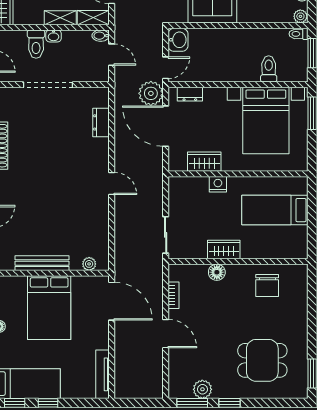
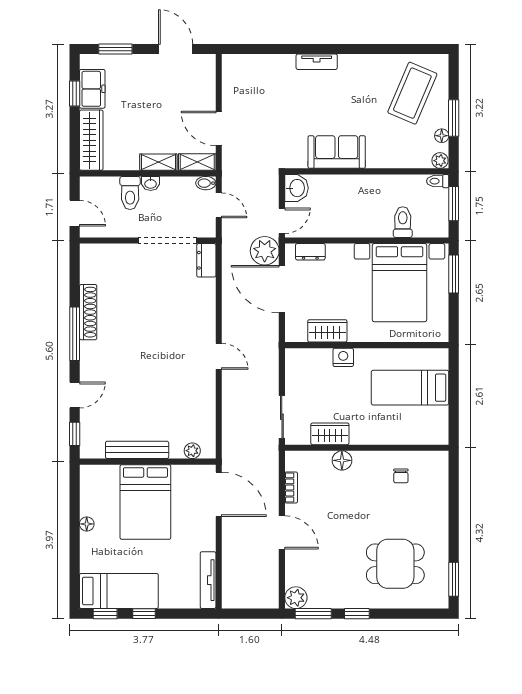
doorway: (48, 85) -> (168, 240), moved
dresser: (101, 122) -> (206, 260), moved
wardrobe: (224, 250) -> (330, 434), moved
chair: (267, 285) -> (401, 476), width x0.54, depth x0.54
plant: (202, 389) -> (296, 598), moved

